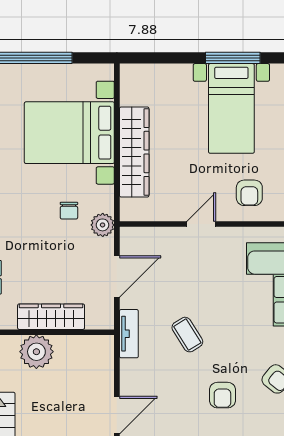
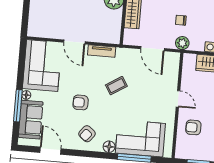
chair: (69, 211) -> (181, 20), moved
tv unit: (129, 334) -> (102, 51), moved

